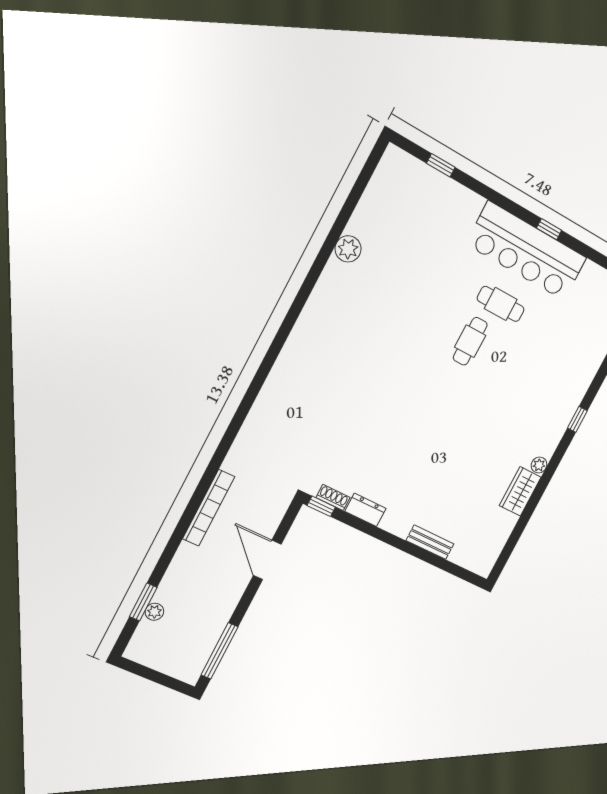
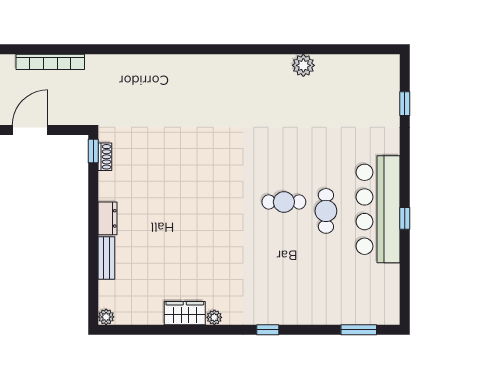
dresser: (365, 510) -> (107, 218), moved
plant: (484, 568) -> (106, 317), added

